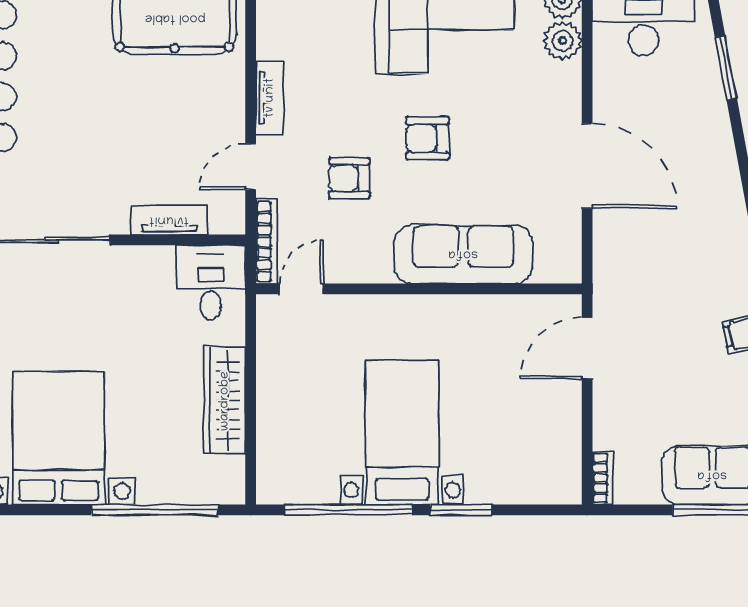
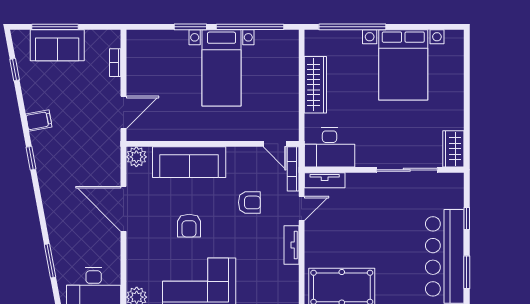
plant: (563, 41) -> (136, 157), moved
armchair: (428, 138) -> (189, 226), moved, turned 90
tv unit: (169, 220) -> (325, 180), moved
desk: (211, 282) -> (329, 147), width x1.37
door: (302, 289) -> (275, 144), hinge flipped
bookcase: (603, 478) -> (115, 63), moved

